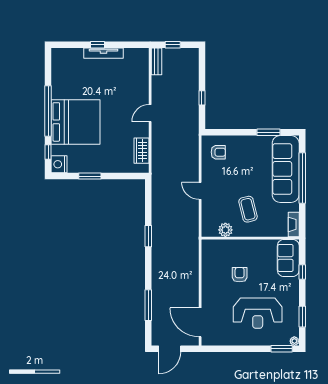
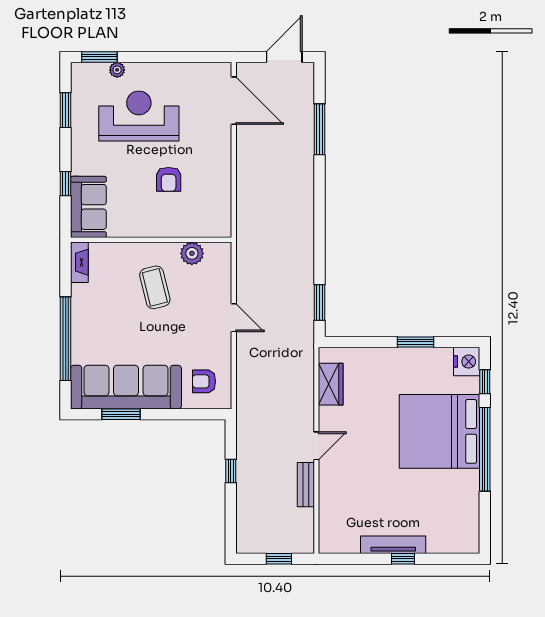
bench: (156, 61) -> (306, 485), moved
sofa: (286, 169) -> (126, 387), moved, turned -90
window: (148, 236) -> (319, 302), moved
plant: (294, 341) -> (117, 70), moved

